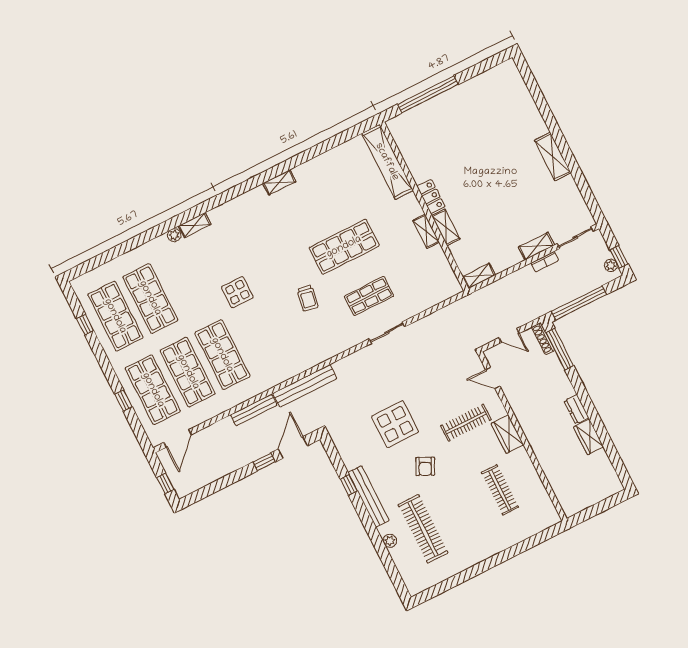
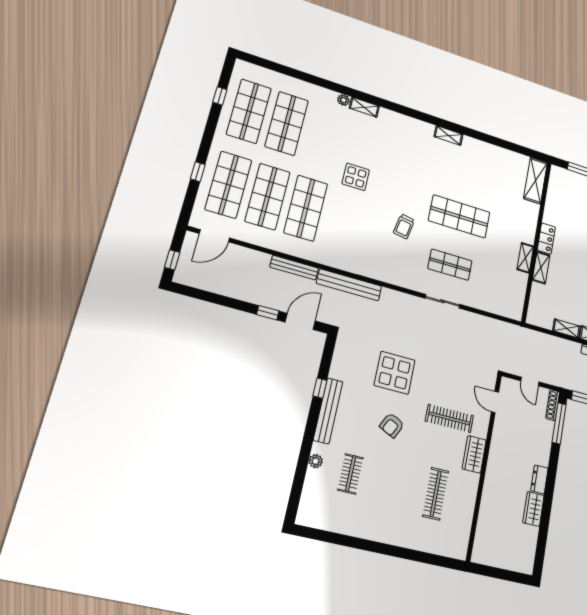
shelving: (387, 162) -> (536, 181), width x0.68
shelving: (479, 276) -> (567, 328), moved
clothes rail: (423, 529) -> (350, 474), width x0.54, depth x0.76

